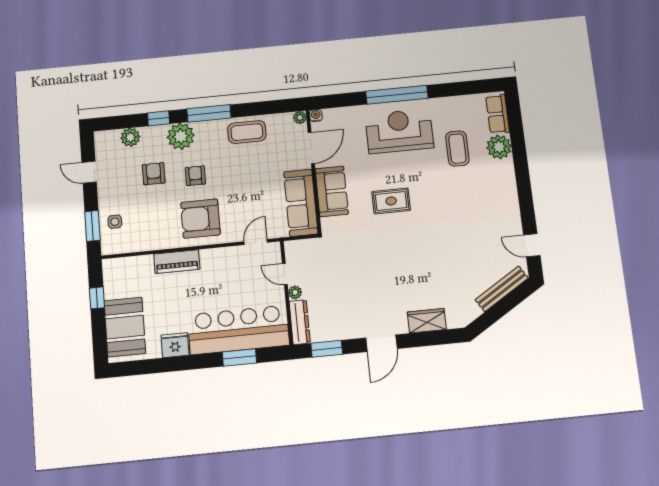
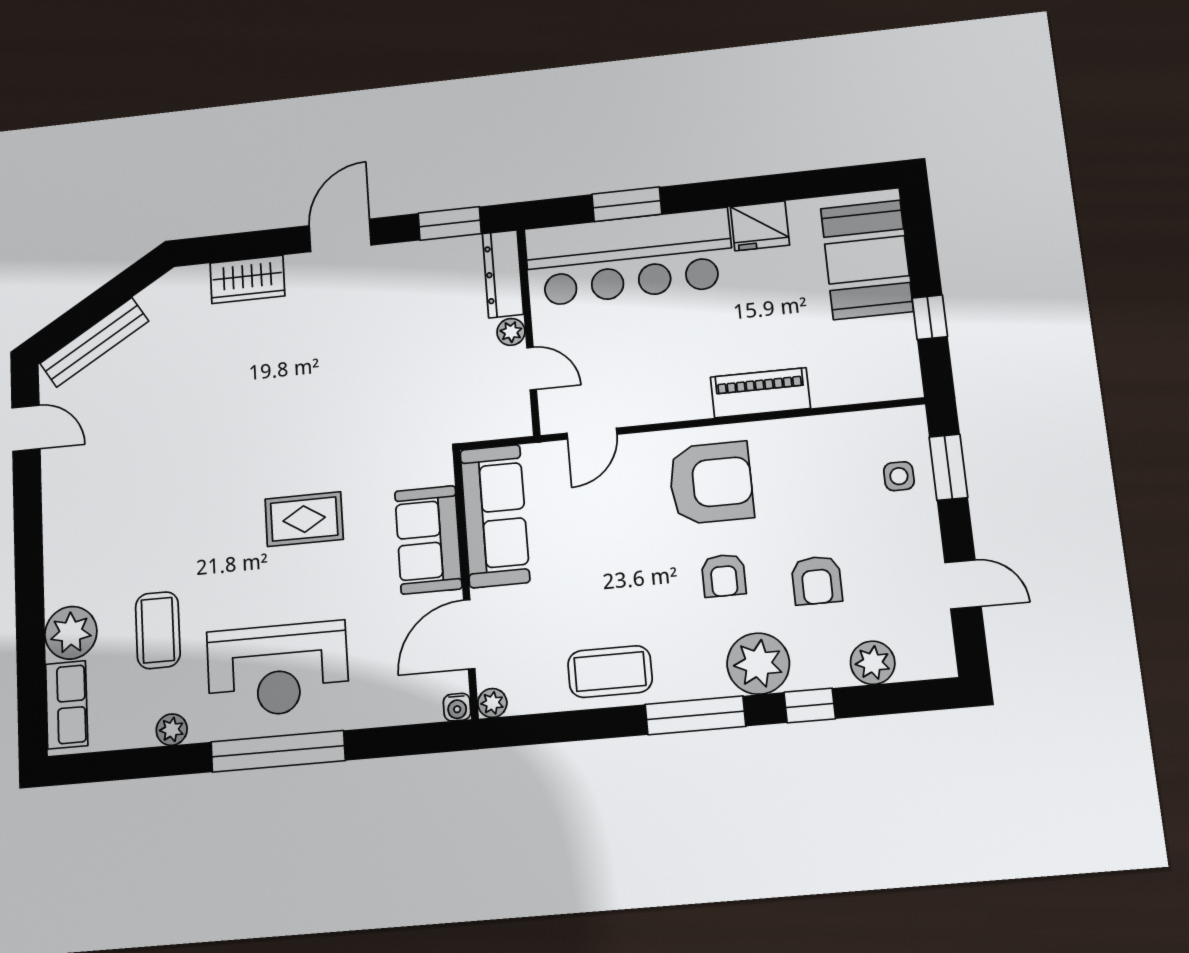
plant: (447, 104) -> (172, 730), added

